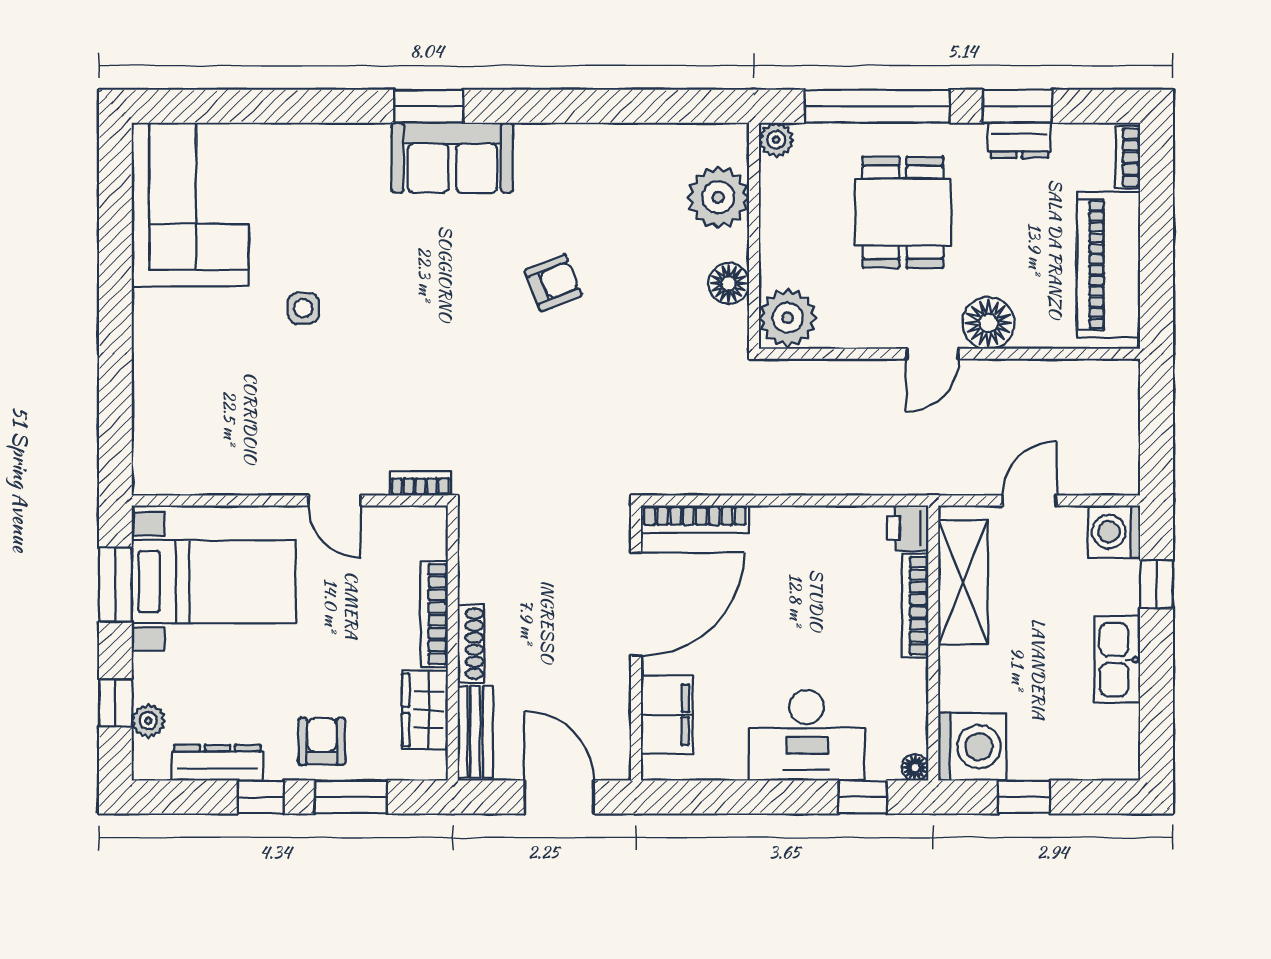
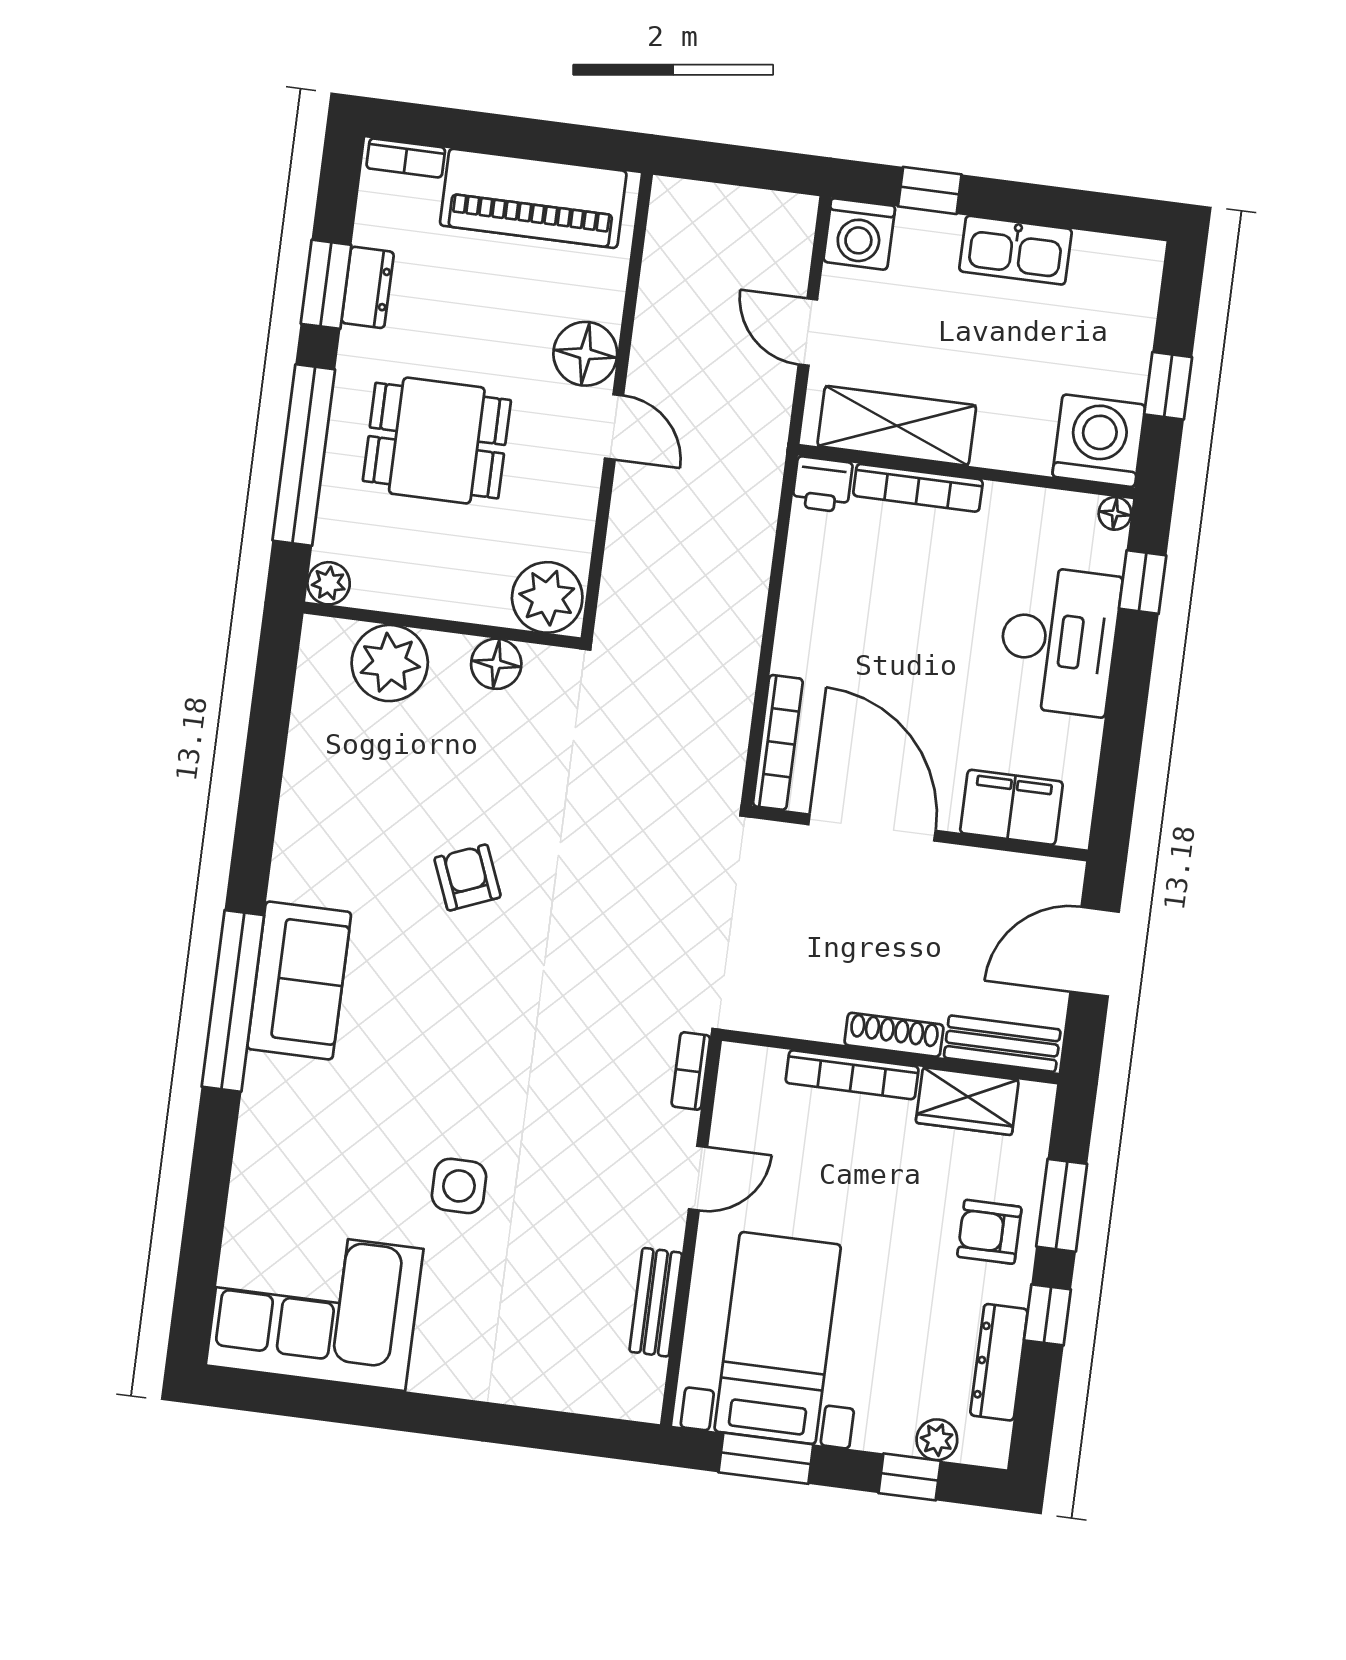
window: (429, 106) -> (233, 1001), width x2.11
side table: (303, 308) -> (459, 1186), width x1.37, depth x1.37
bench: (230, 479) -> (656, 1302), added

